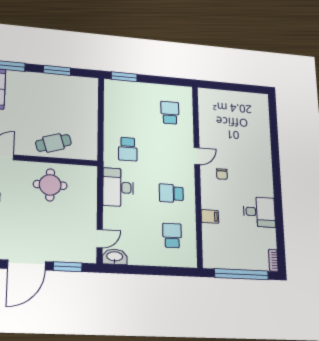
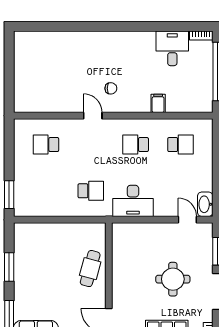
cafe table: (53, 143) -> (90, 269), turned 32
round table: (50, 185) -> (173, 279), moved
school desk: (171, 193) -> (136, 145), turned 90
desk: (259, 212) -> (172, 48), moved
school desk: (172, 236) -> (180, 145), turned 180

